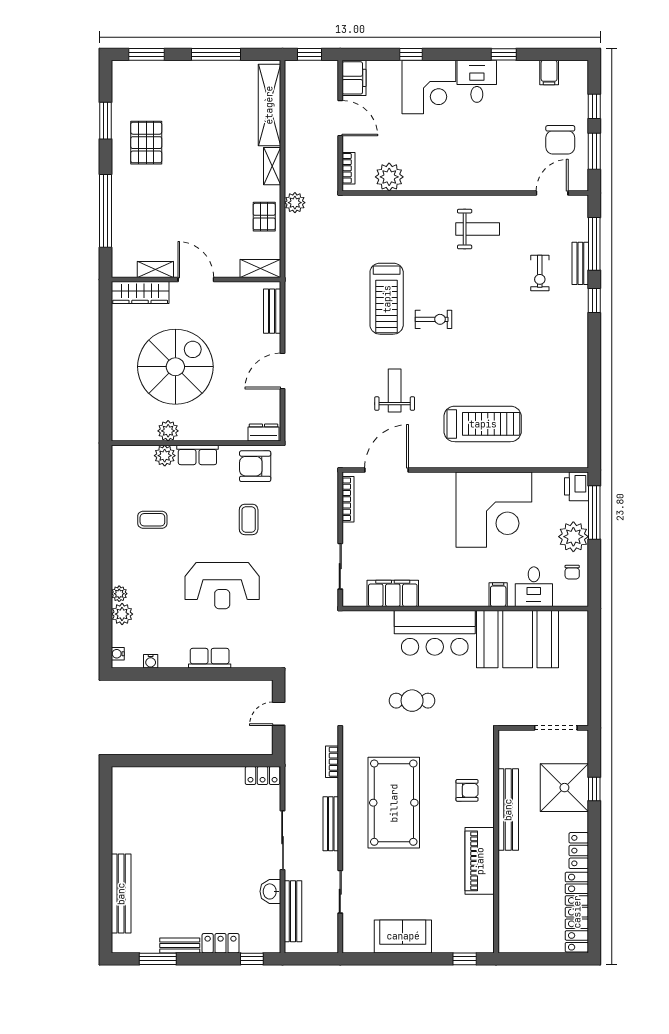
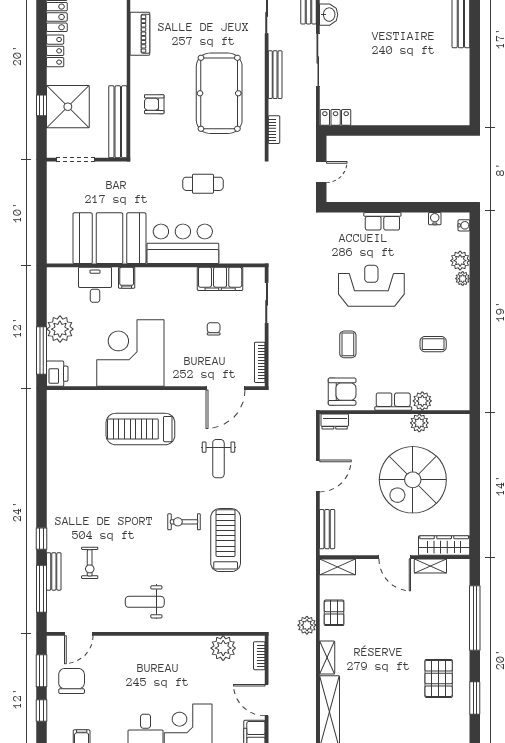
exercise bike: (540, 273) -> (90, 563), turned 180
chair: (572, 572) -> (214, 329), moved
bench: (508, 810) -> (118, 122), moved
piano: (480, 861) -> (140, 34), width x0.73, depth x0.75

